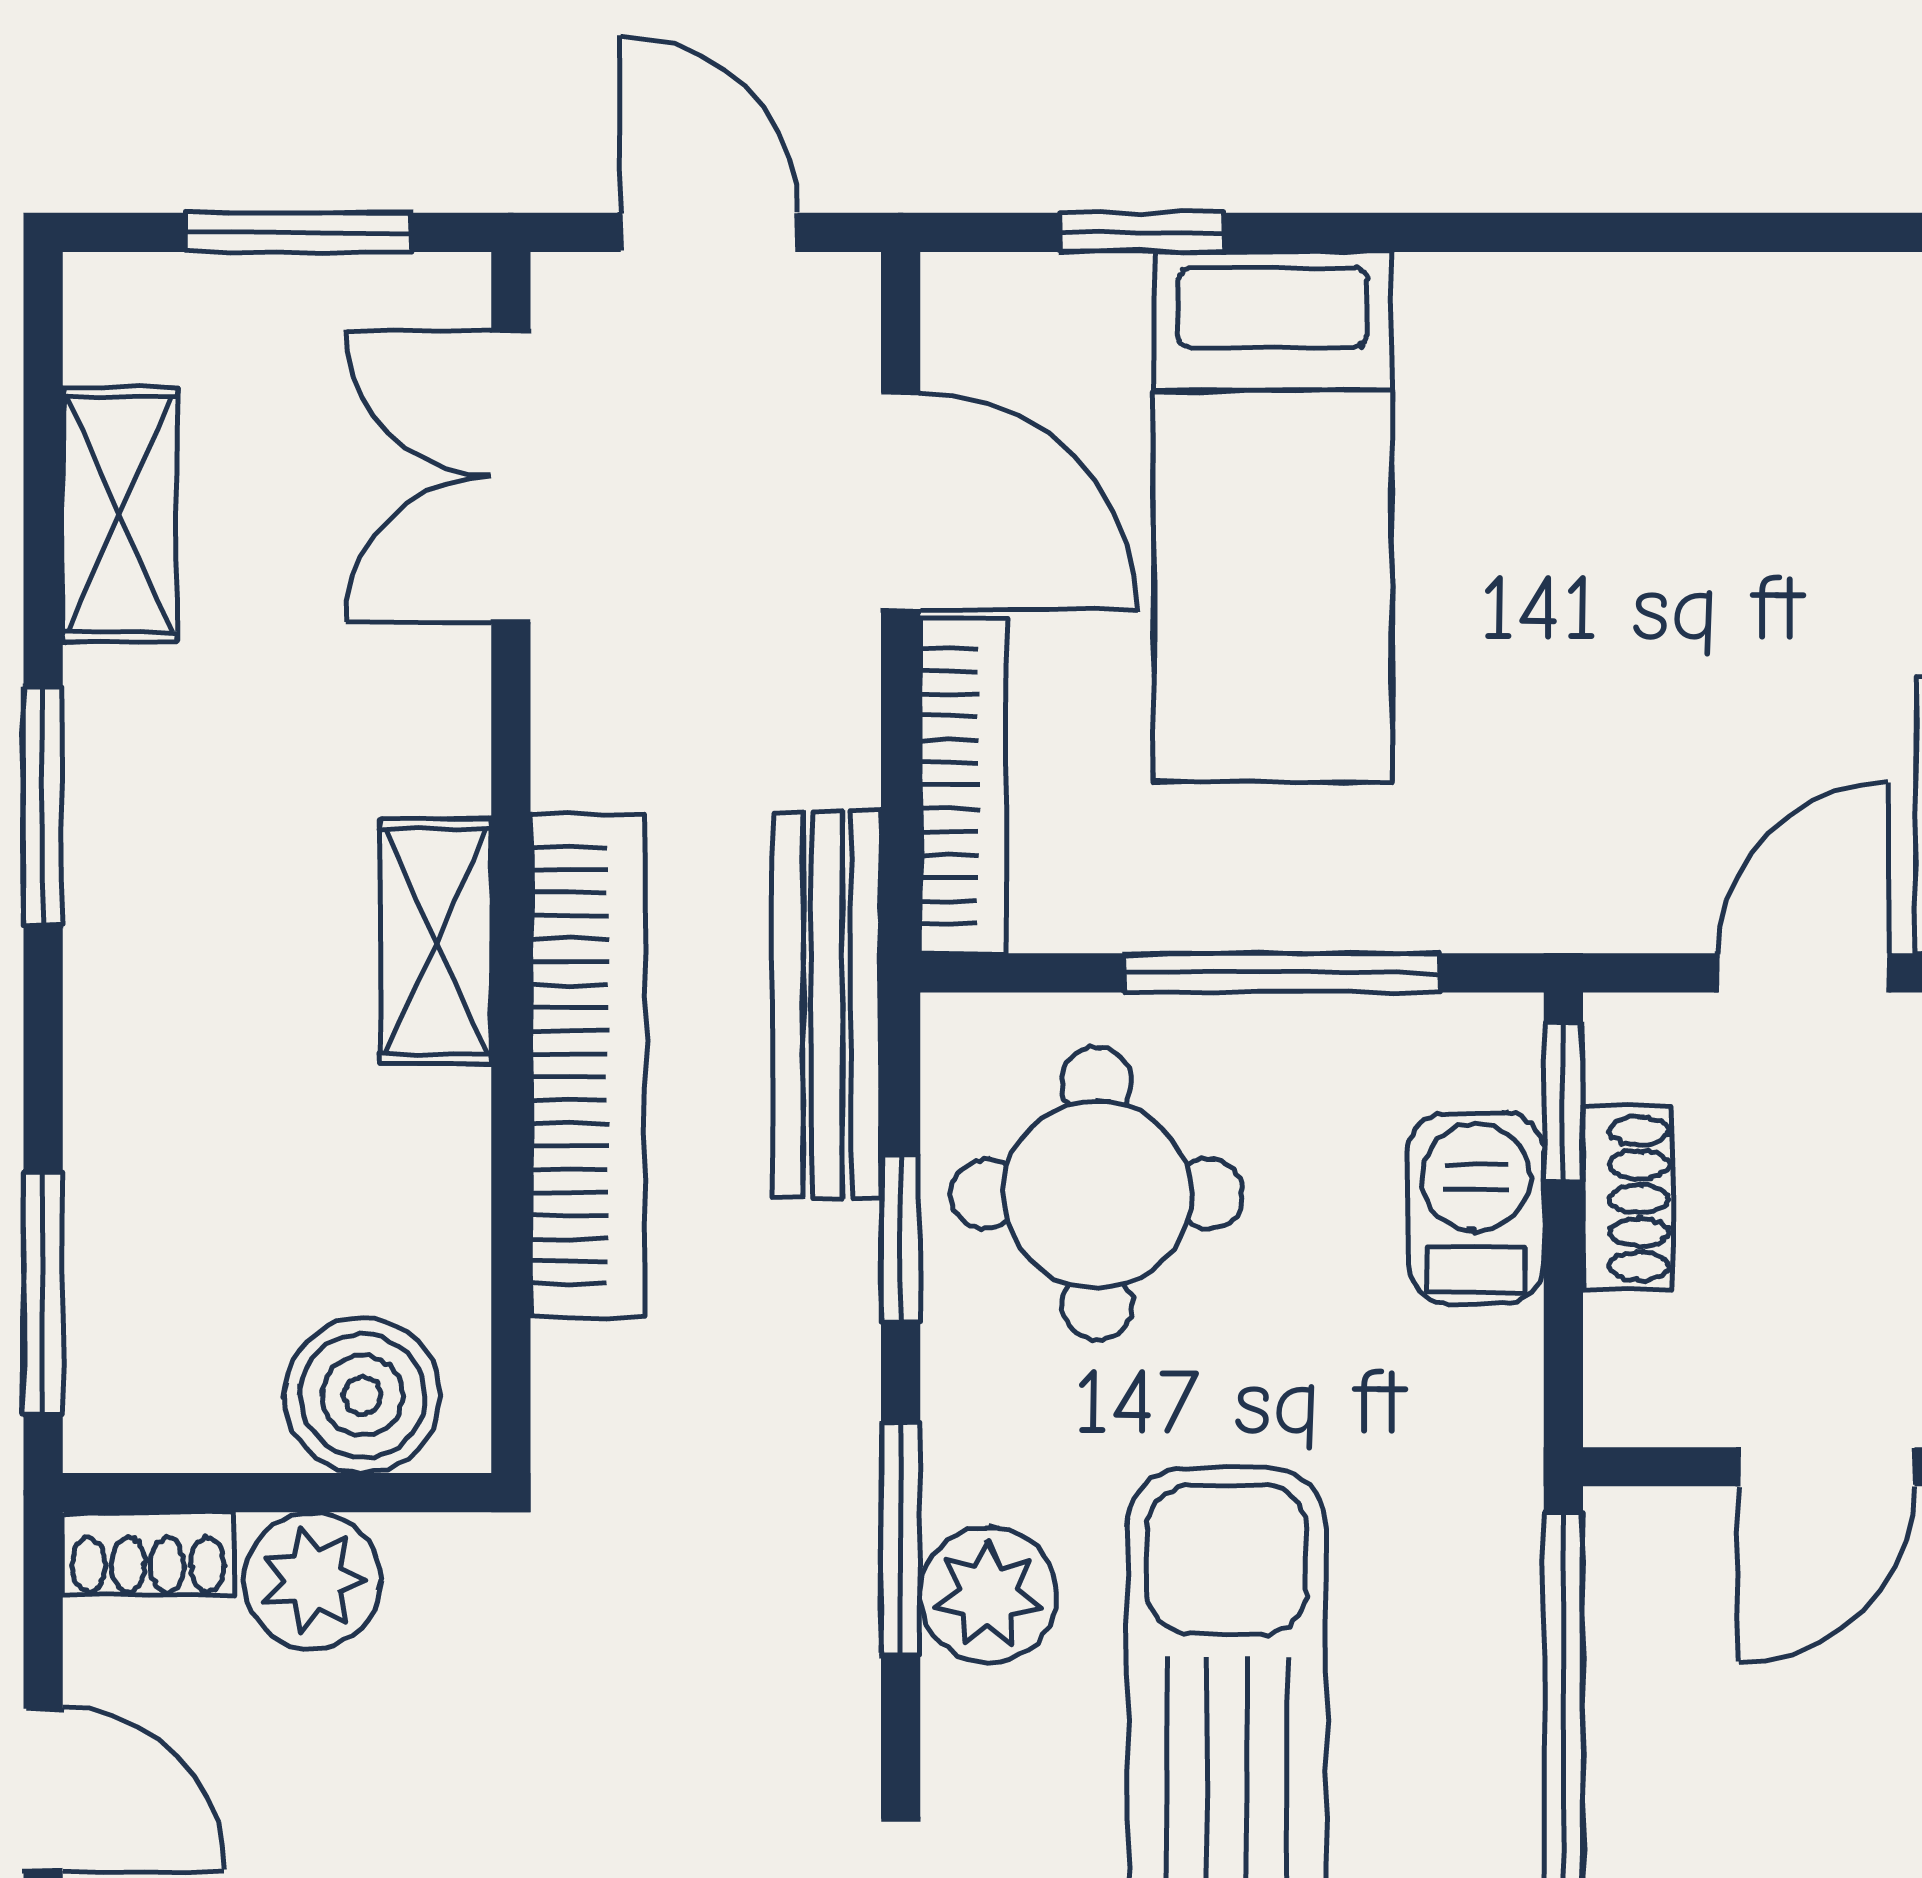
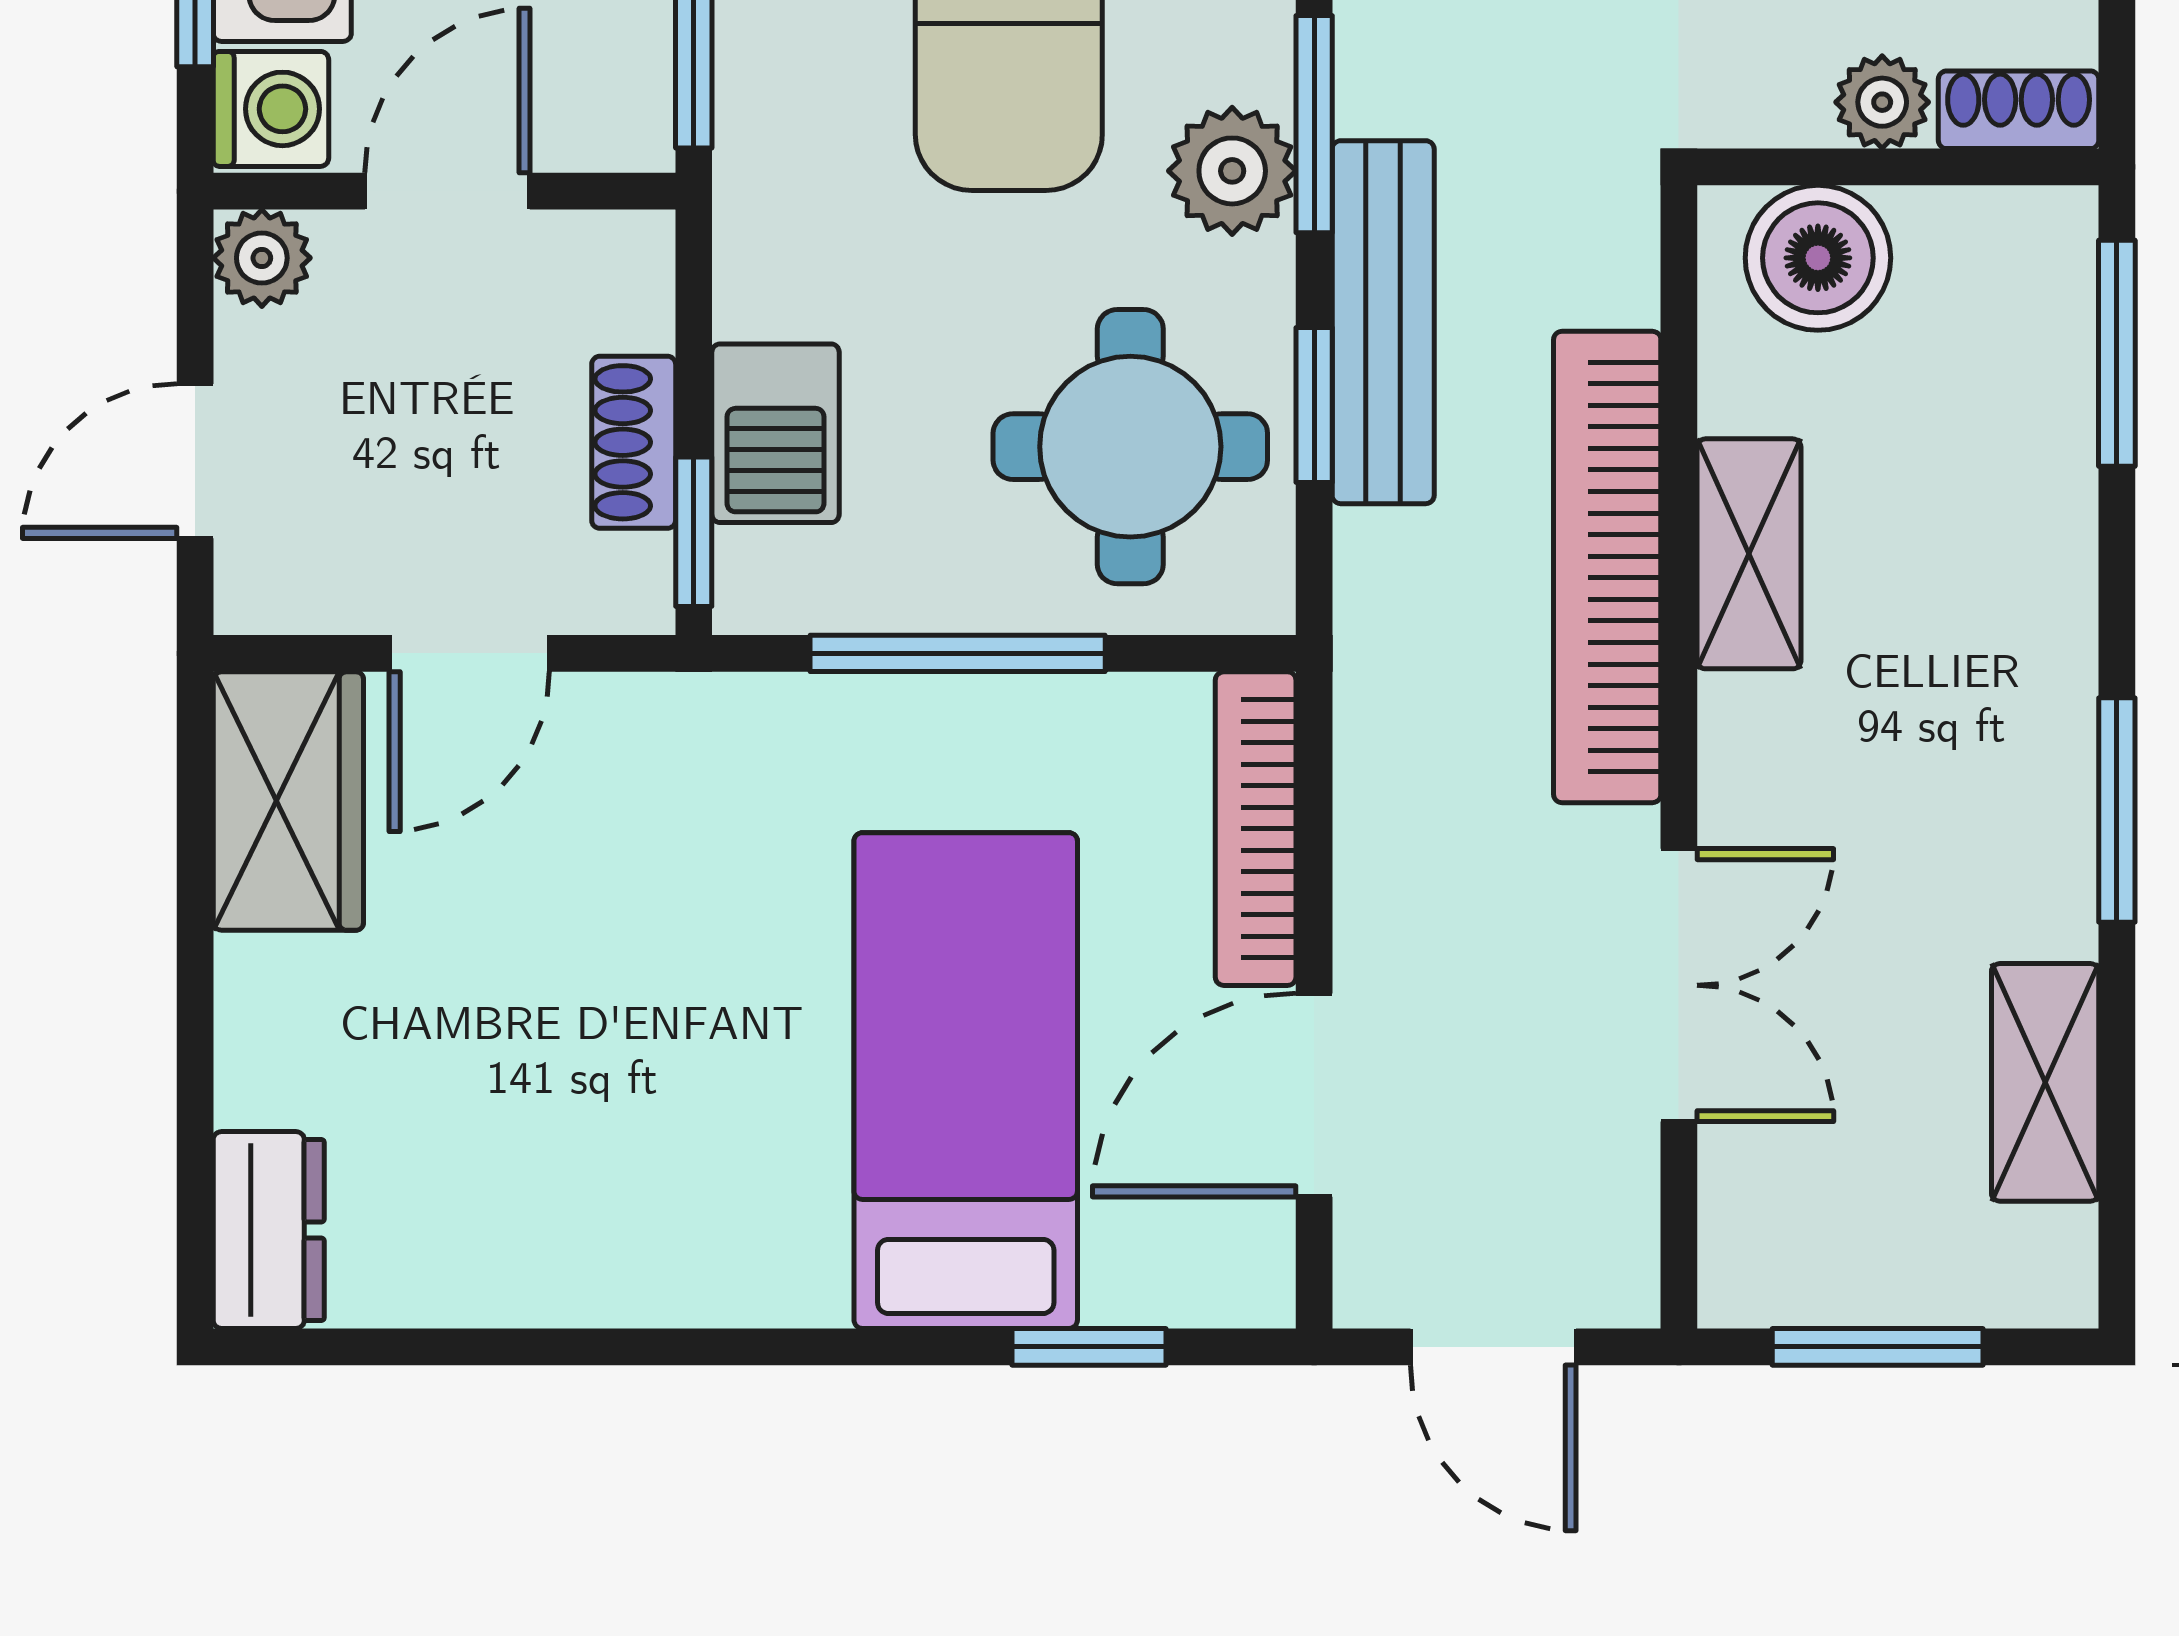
double door: (511, 476) -> (1679, 985), moved
door: (901, 501) -> (1314, 1095), hinge flipped
shelving: (436, 941) -> (1749, 554), moved
bench: (827, 1005) -> (1383, 322), moved
plant: (312, 1581) -> (1882, 102), width x0.73, depth x0.73
plant: (988, 1595) -> (1232, 171), moved

